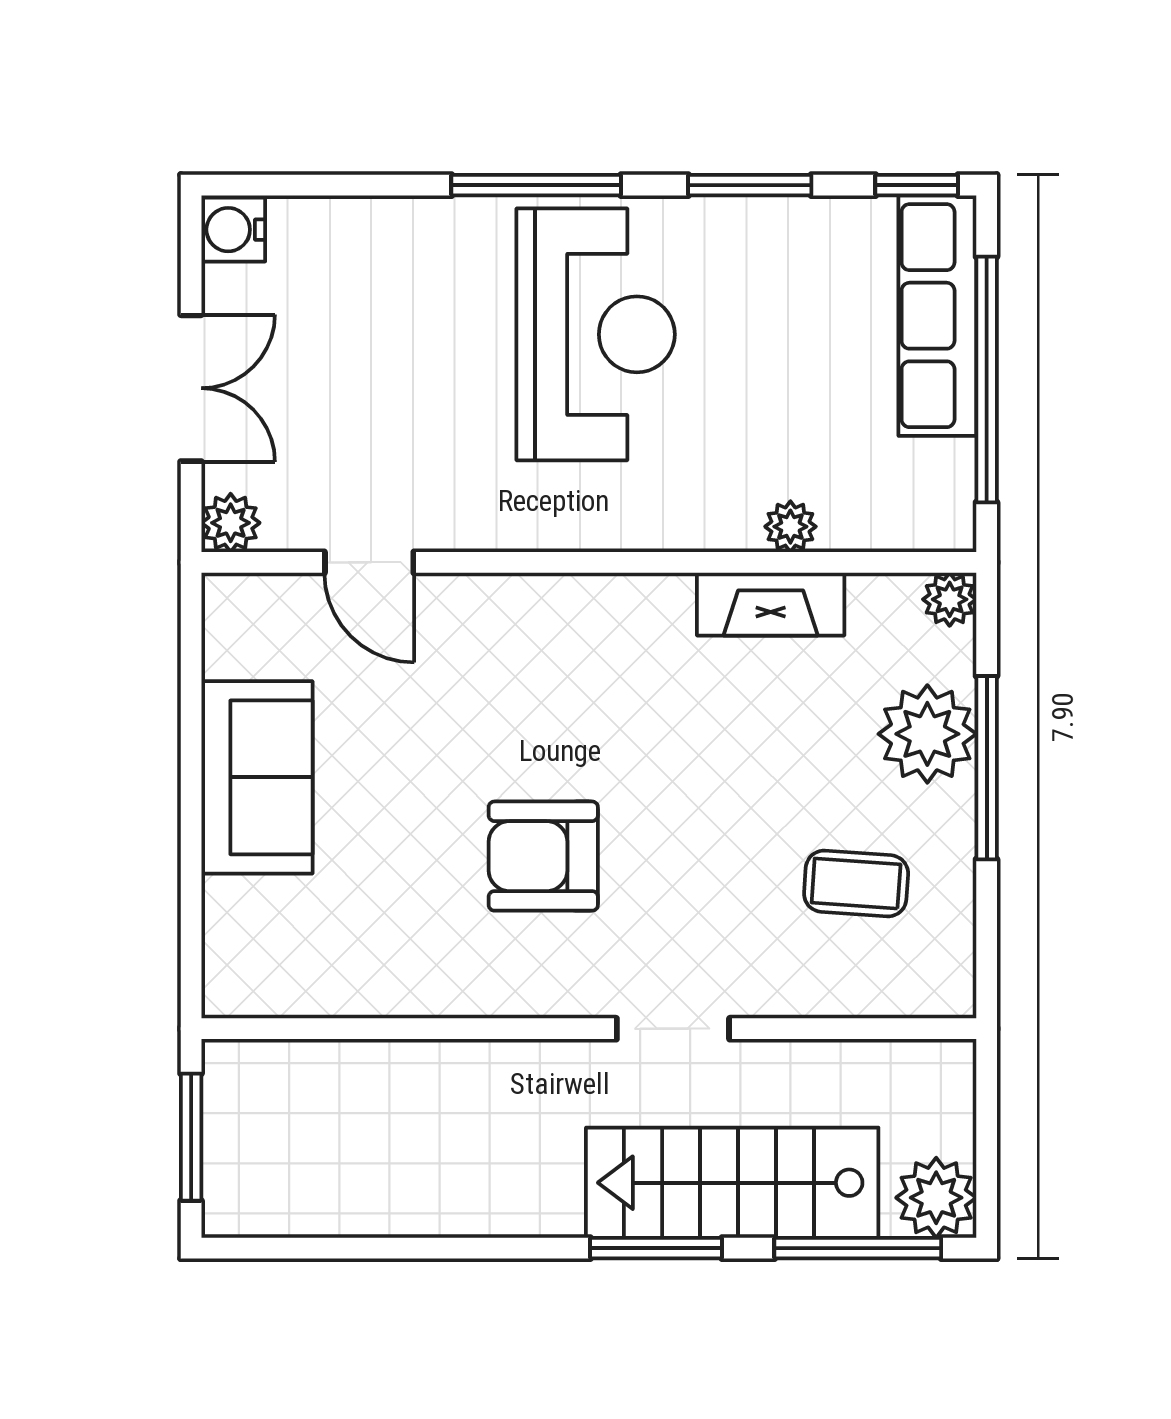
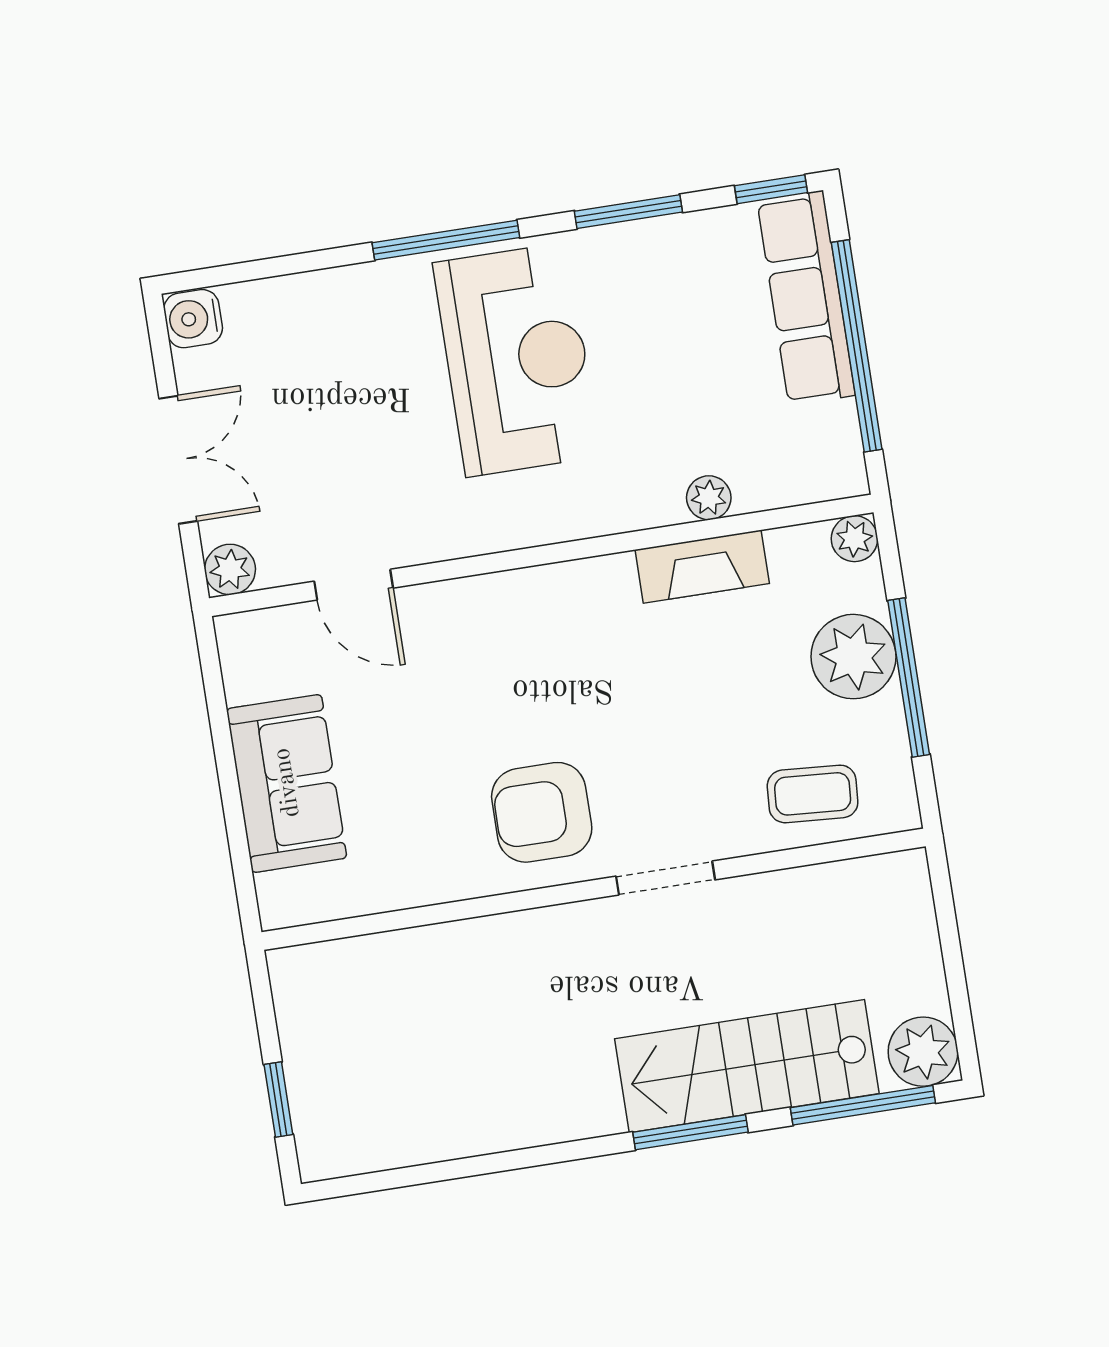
wall: (589, 1029) -> (594, 889), moved
doorway: (673, 1029) -> (665, 878), moved
window: (191, 1137) -> (278, 1100), width x0.67

